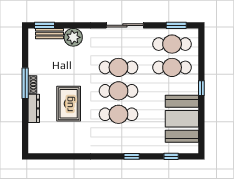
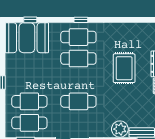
cafe table: (118, 91) -> (78, 37), moved
booth: (182, 119) -> (27, 38), moved, turned 90
window: (132, 156) -> (81, 20), moved

